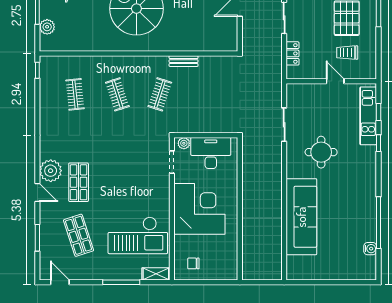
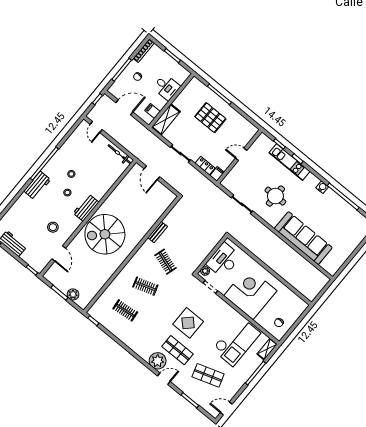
trolley: (347, 53) -> (230, 134), removed
filing cabinet: (294, 73) -> (217, 174), added
kitchen unit: (368, 116) -> (289, 162), moved
display table: (116, 170) -> (188, 323), added
water cooler: (370, 249) -> (322, 187), moved

